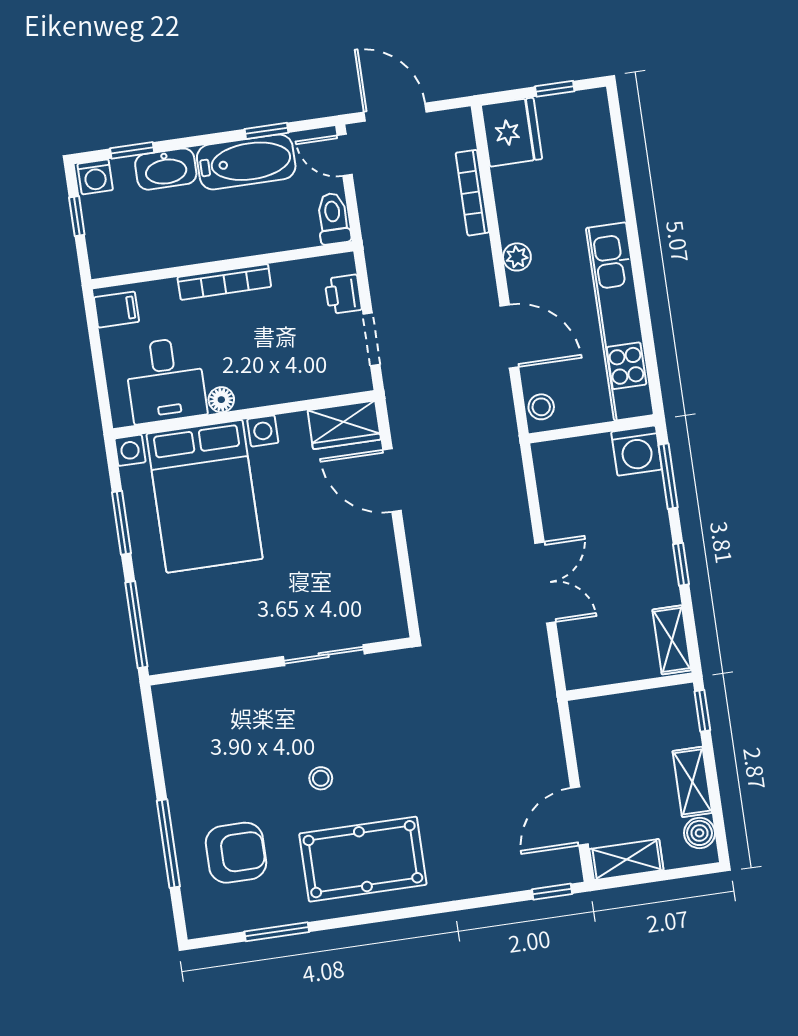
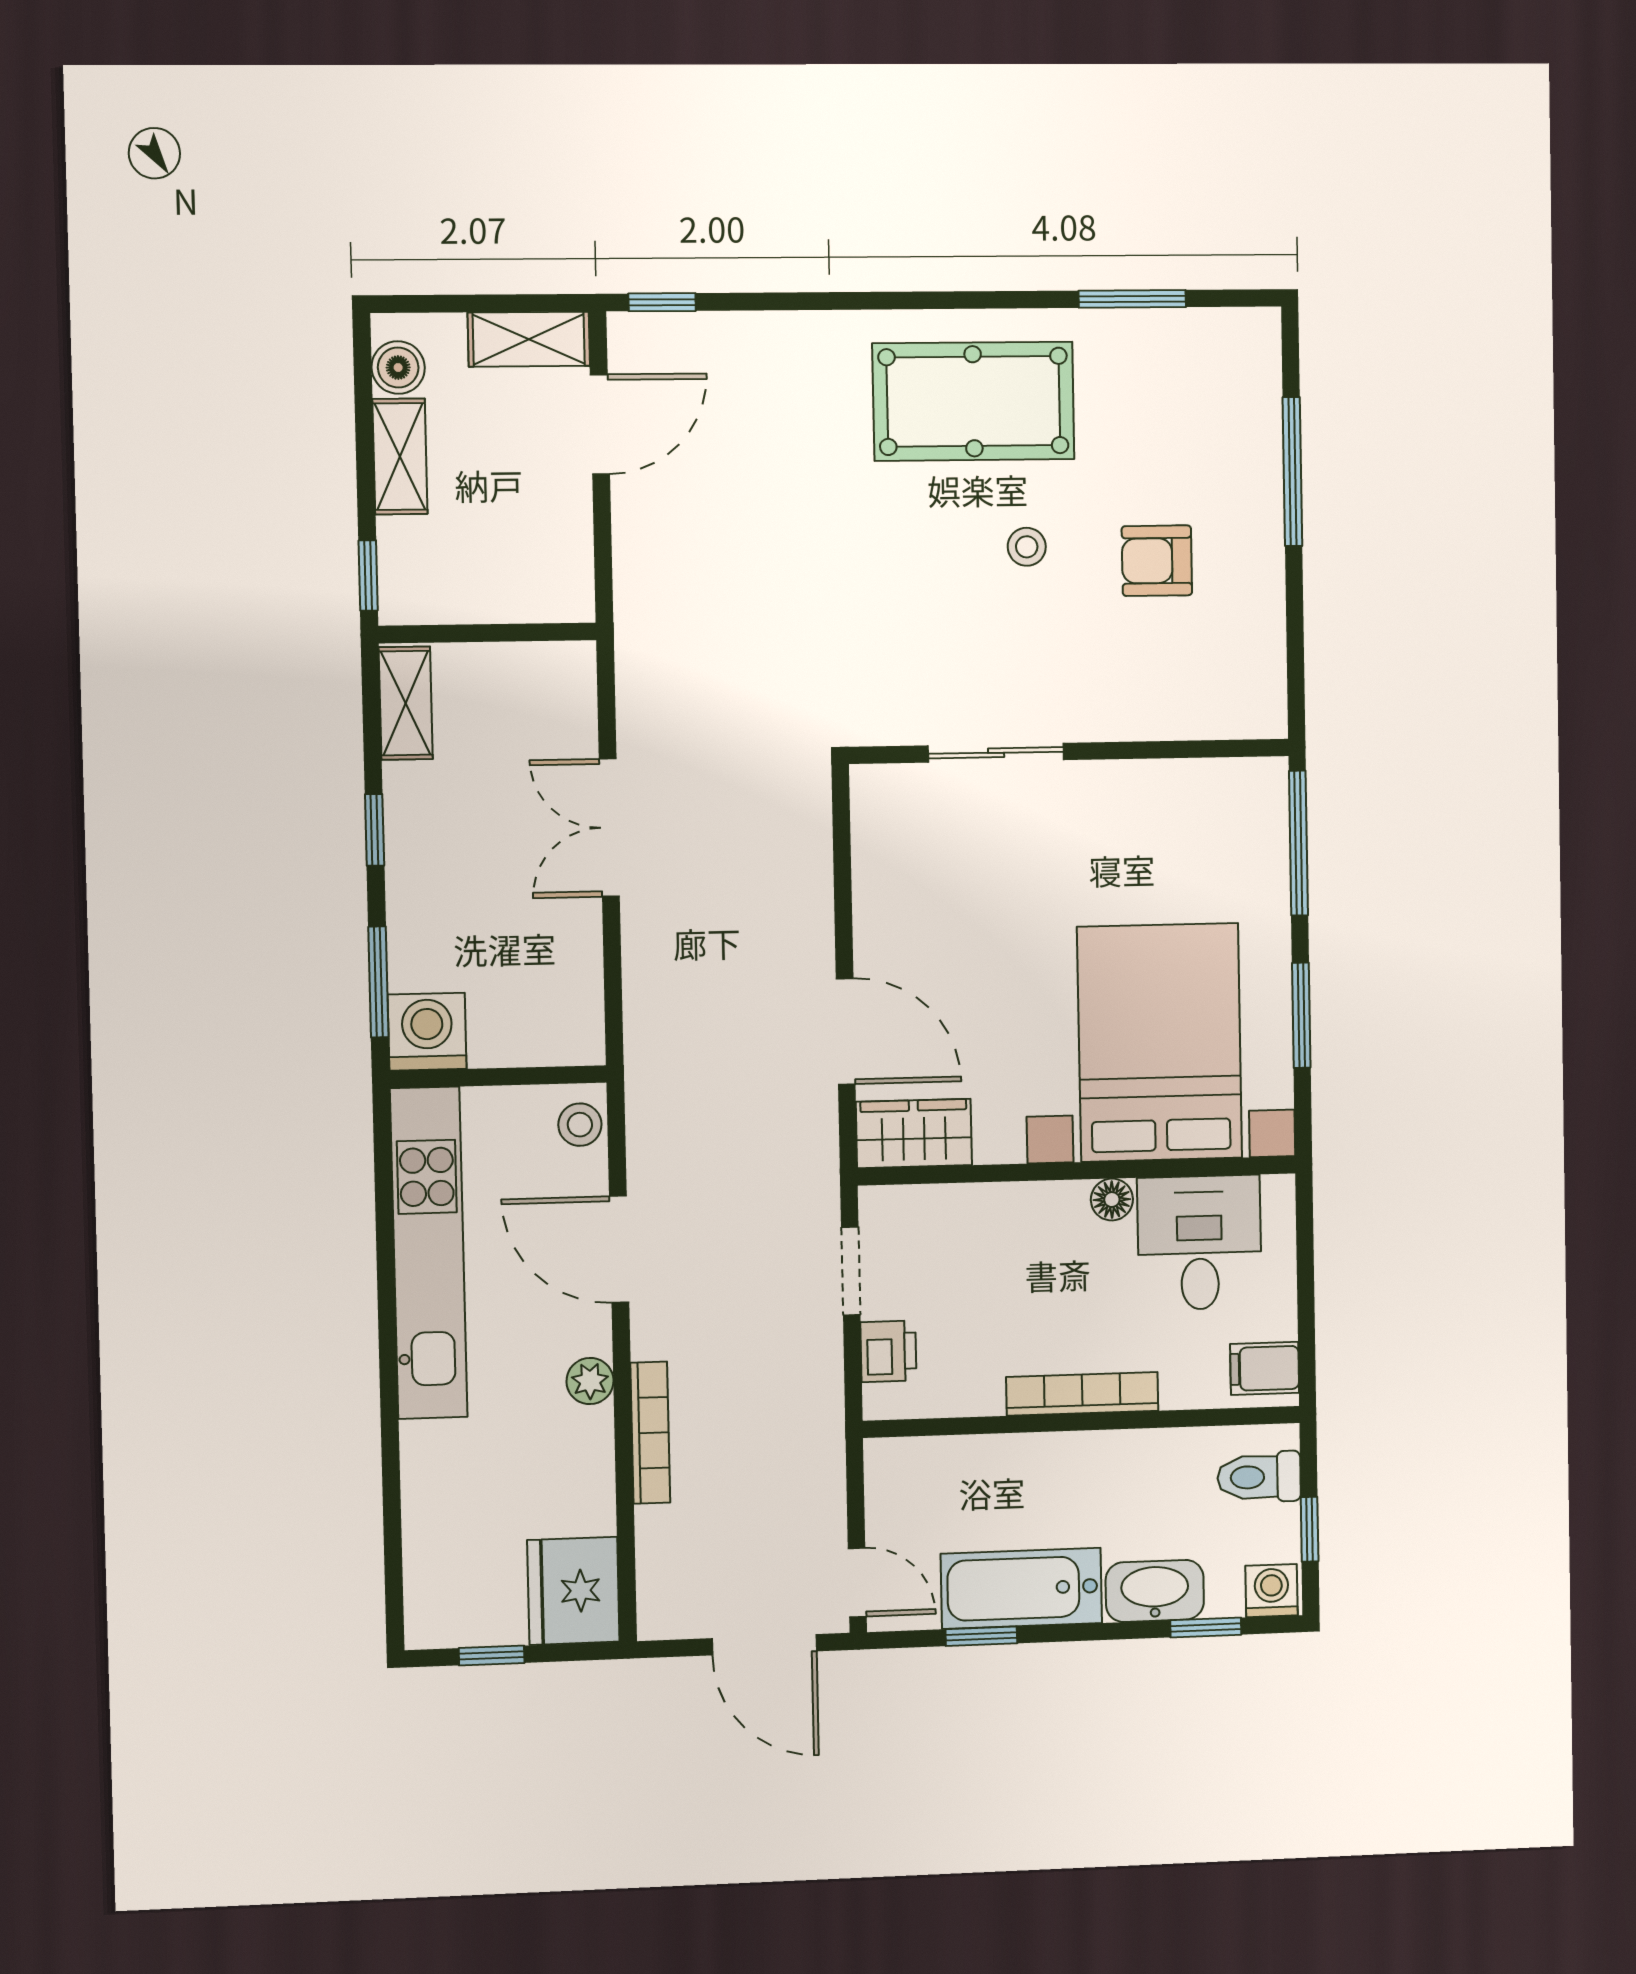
bookcase: (472, 193) -> (650, 1433), moved
toilet: (333, 218) -> (1259, 1477), moved, turned 90
armchair: (236, 853) -> (1157, 561), moved, width x0.72, depth x0.72

